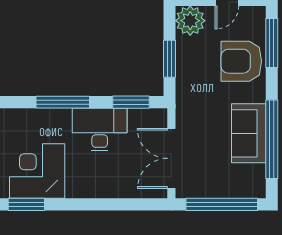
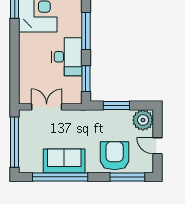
double door: (171, 158) -> (47, 107), width x0.73

